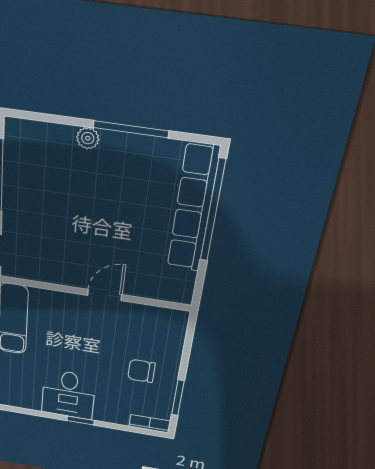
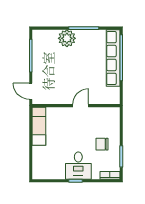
plant: (88, 138) -> (67, 38), width x1.88, depth x1.88
desk: (68, 395) -> (78, 166), moved

